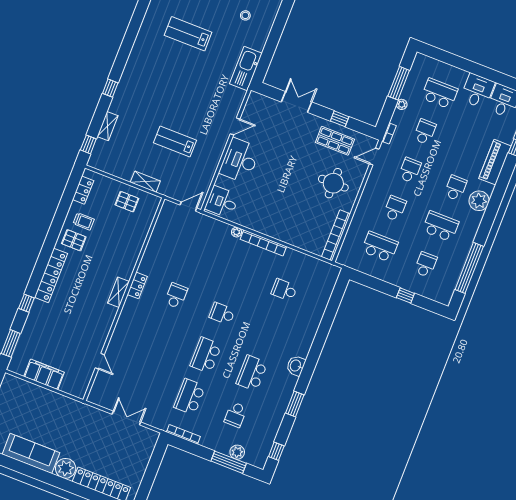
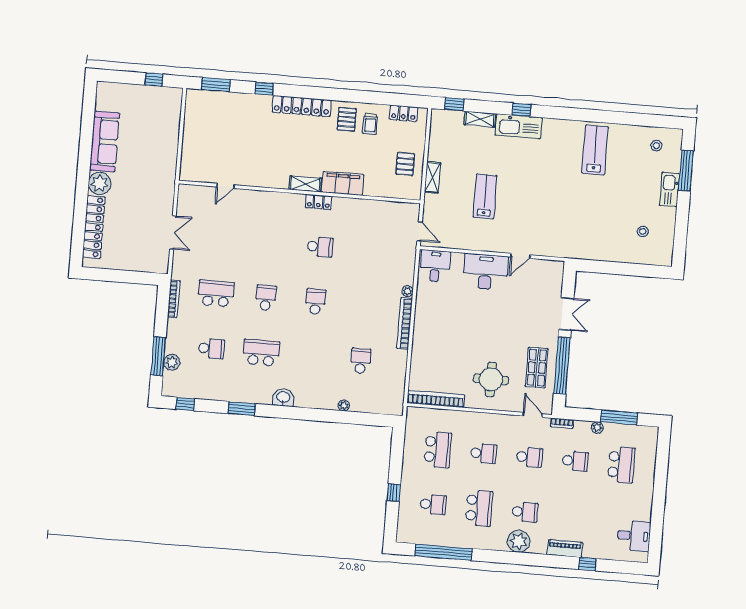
lab bench: (188, 34) -> (595, 150), moved
kitchen sink: (246, 69) -> (518, 126), moved, turned 180
desk: (478, 91) -> (636, 505), removed
window: (340, 119) -> (562, 366), width x3.17
door: (235, 126) -> (520, 256), hinge flipped
piano: (495, 162) -> (565, 548), width x0.73, depth x0.75
plant: (318, 316) -> (344, 406), added
school desk: (206, 355) -> (266, 298), width x0.54
filing cabinet: (44, 374) -> (343, 183), moved, turned -90
school desk: (236, 415) -> (211, 349), turned 180

